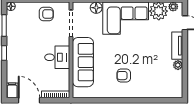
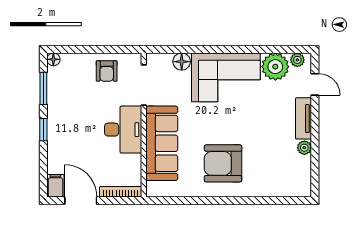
armchair: (46, 14) -> (107, 71), turned 90
desk: (57, 57) -> (123, 130), width x1.37
armchair: (124, 76) -> (223, 163), width x1.88, depth x1.88

